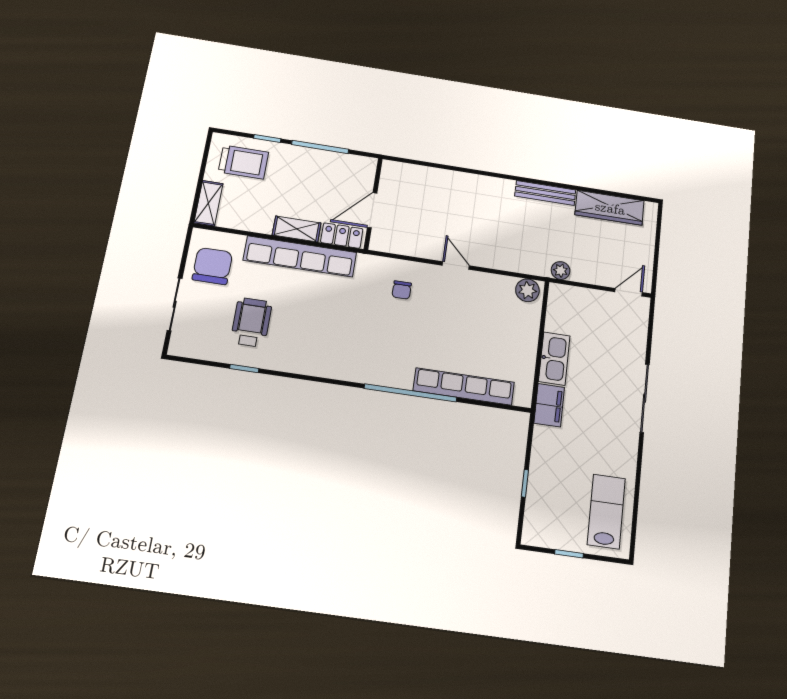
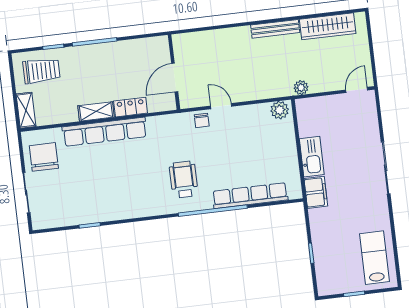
wall: (373, 204) -> (174, 72), moved
door: (372, 210) -> (175, 78), moved
chair: (402, 290) -> (202, 120), moved
wheelchair: (251, 322) -> (184, 180), moved

